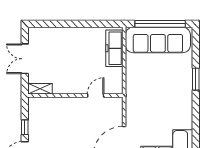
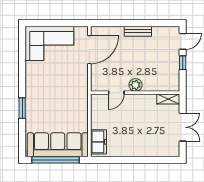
freezer: (114, 48) -> (98, 142), width x0.71
plant: (75, 104) -> (136, 85), added

